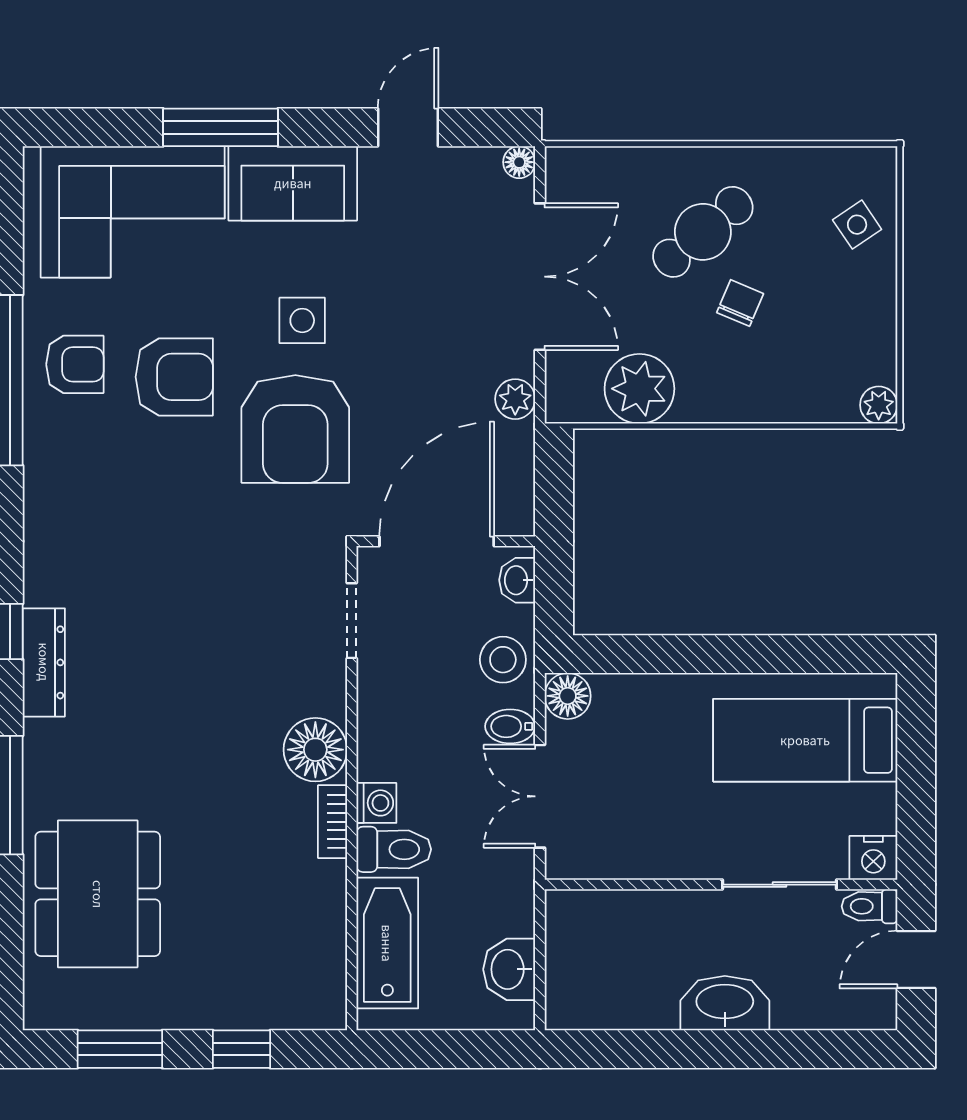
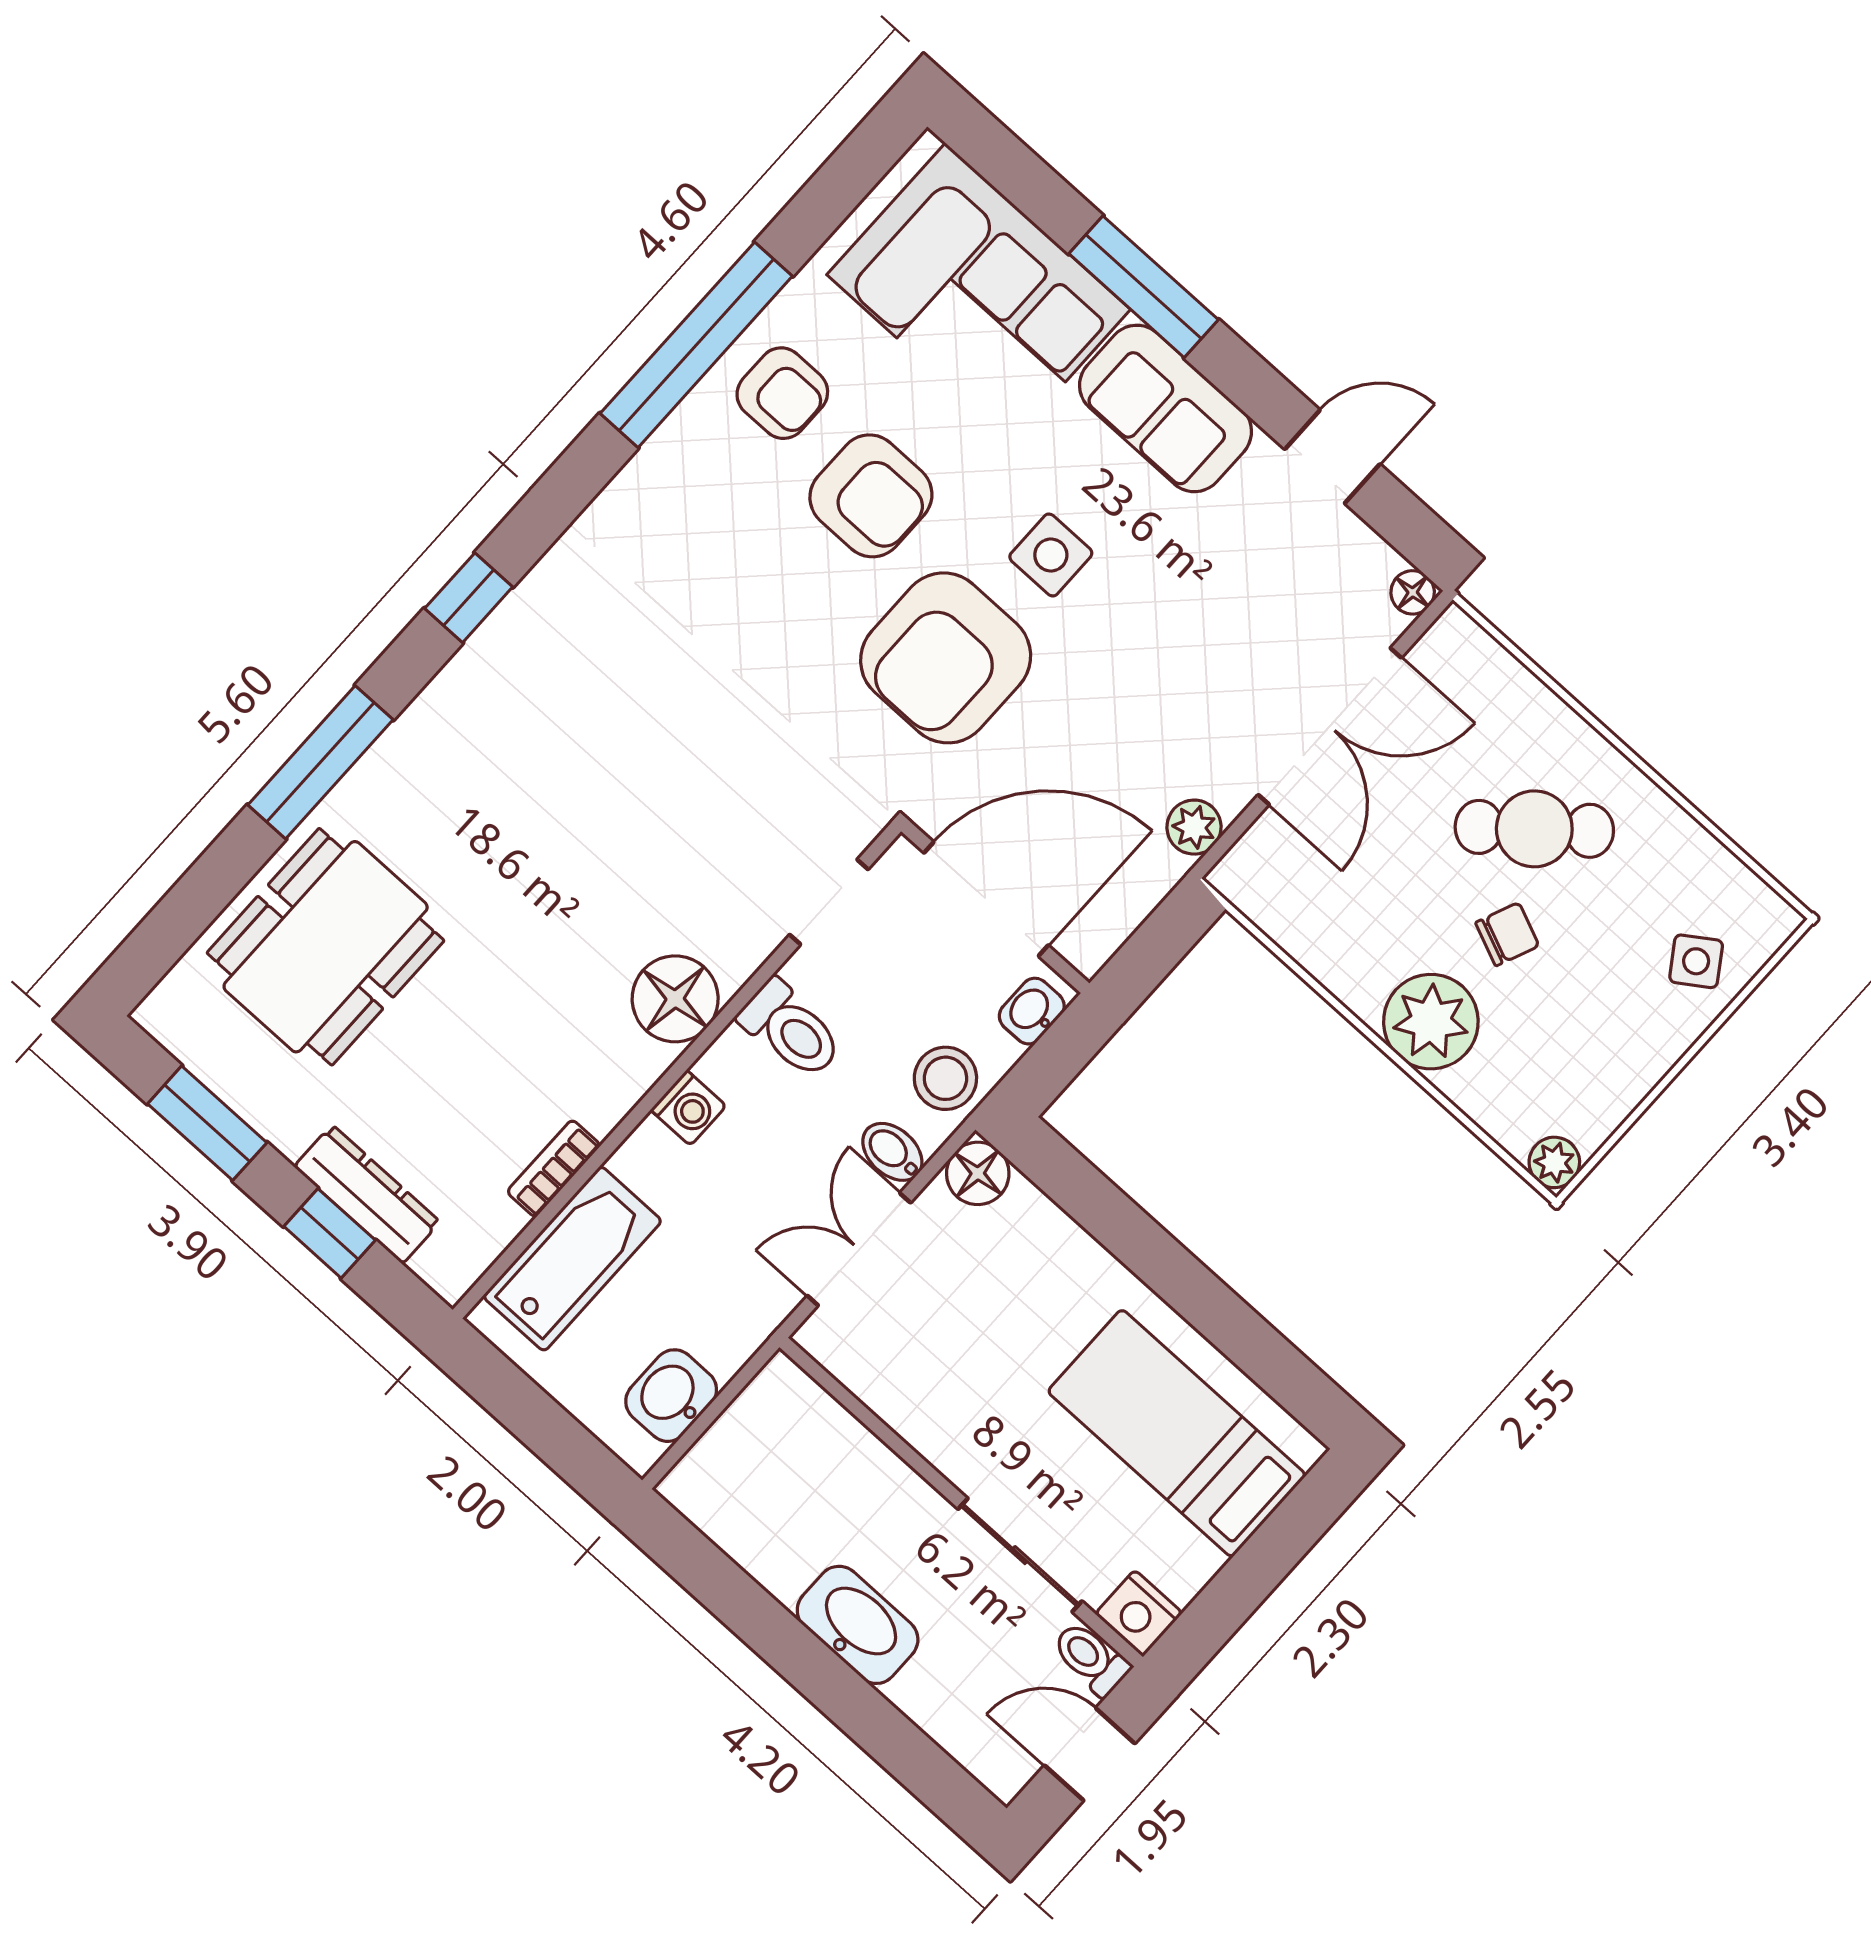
plant: (639, 389) -> (1431, 1022), moved
dresser: (44, 662) -> (367, 1194), moved, turned -90
bookcase: (333, 822) -> (554, 1169), moved
toilet: (394, 849) -> (791, 1029), moved

